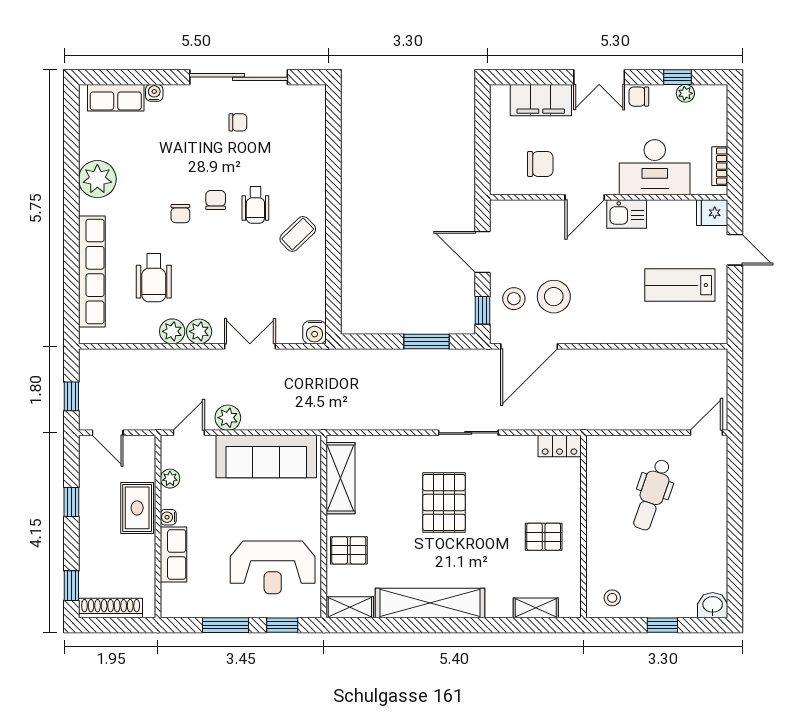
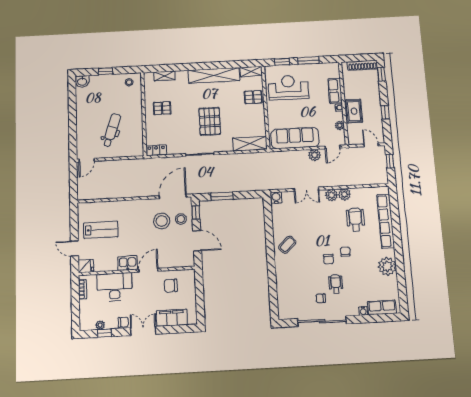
wheelchair: (255, 205) -> (336, 284), moved
shelving: (341, 478) -> (250, 144), moved, turned 90

